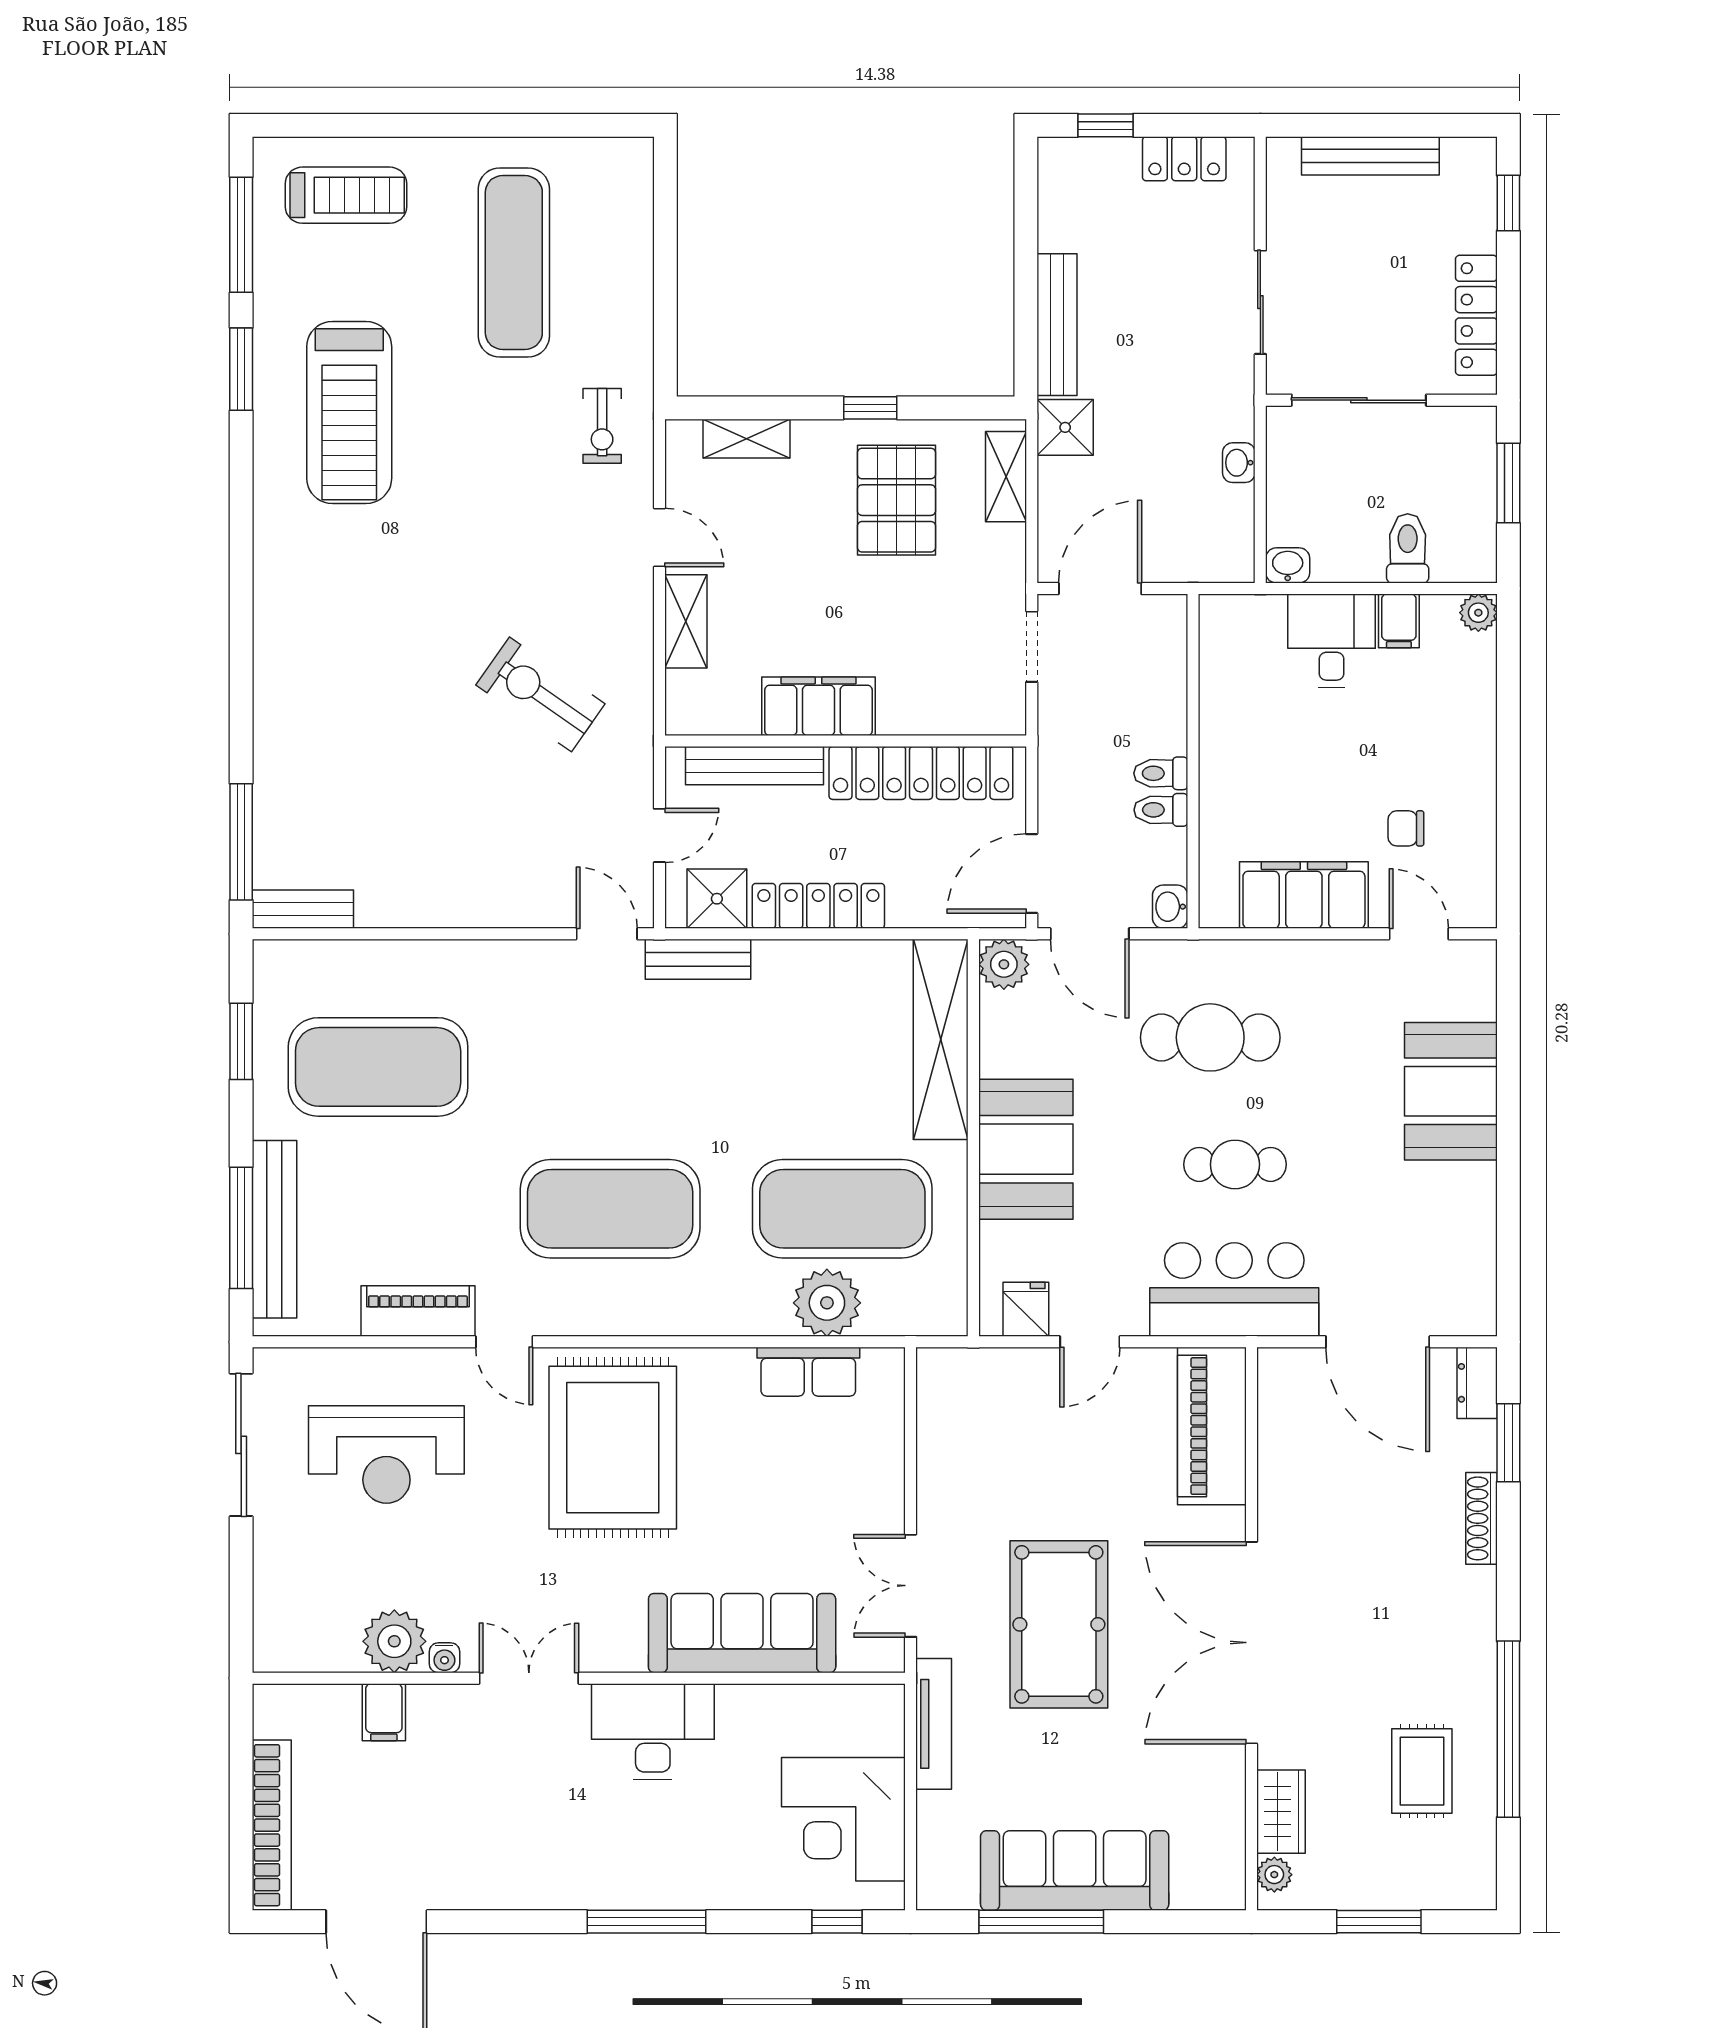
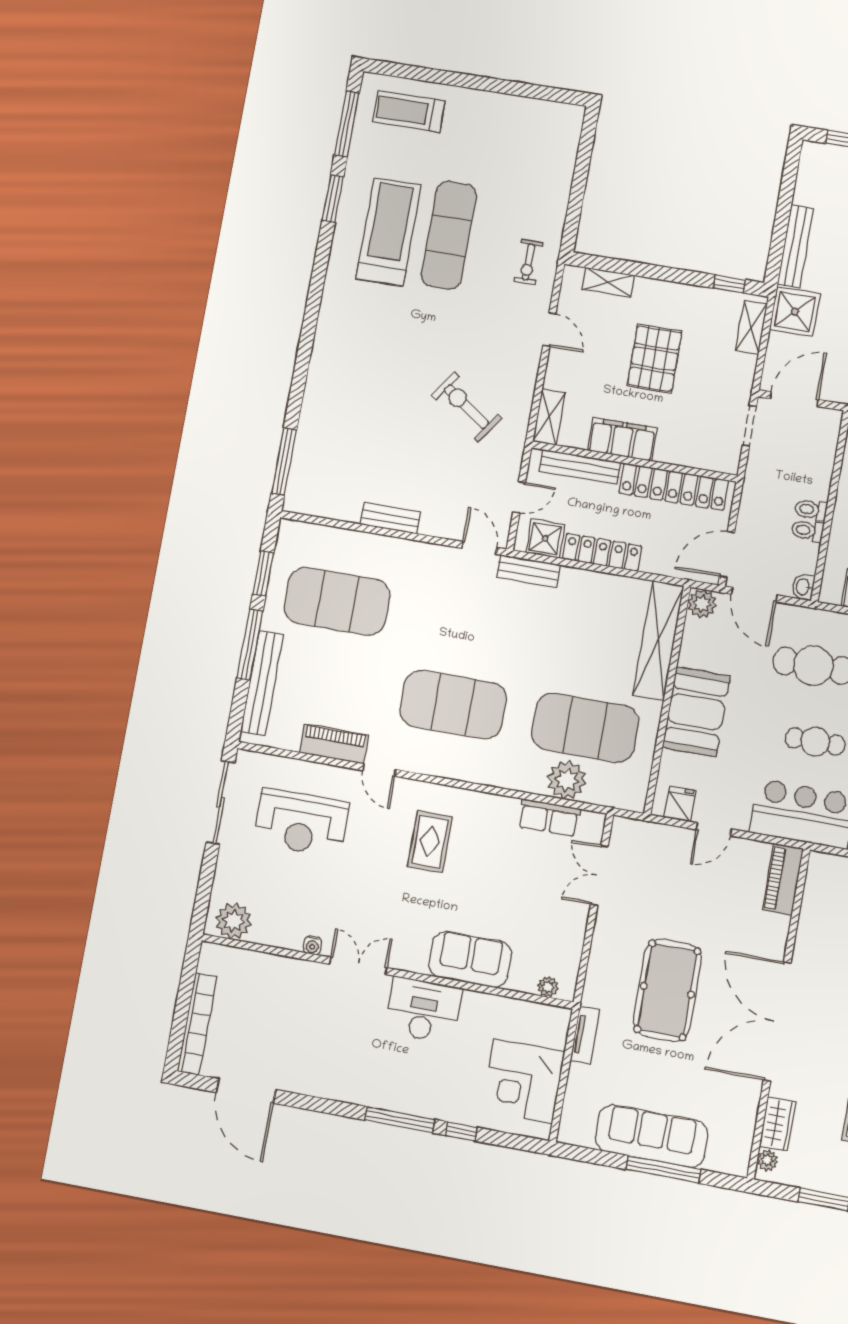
treadmill: (346, 195) -> (409, 111), turned 180
exercise mat: (514, 263) -> (449, 235), moved
window: (870, 408) -> (729, 284), moved
treadmill: (349, 413) -> (388, 232), turned 180
shower: (1065, 427) -> (795, 312), width x1.36, depth x1.36
pallet: (896, 500) -> (654, 359), moved
shelving: (686, 621) -> (549, 417), moved
bench: (303, 909) -> (390, 518), moved
window: (241, 1228) -> (250, 645), moved
piano: (1212, 1426) -> (783, 879), width x0.73, depth x0.75
rug: (613, 1448) -> (430, 842), width x0.54, depth x0.49
double door: (911, 1586) -> (599, 875), moved
sofa: (742, 1633) -> (470, 959), width x0.73
plant: (394, 1641) -> (233, 921), moved
plant: (857, 1655) -> (548, 987), added
filing cabinet: (384, 1712) -> (272, 970), removed
tv unit: (934, 1724) -> (585, 1035), width x0.71
window: (837, 1922) -> (461, 1131), moved
window: (1041, 1922) -> (663, 1169), moved

